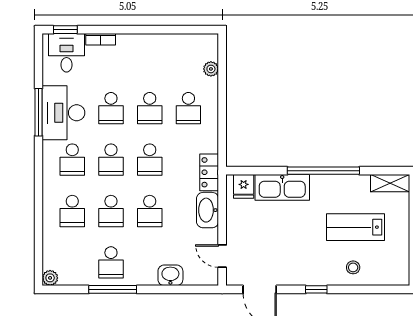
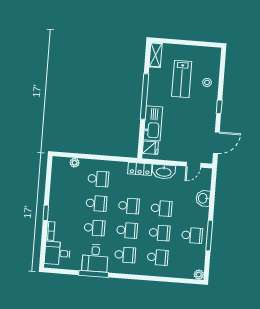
window: (65, 30) -> (46, 213), moved
desk: (63, 113) -> (95, 258), width x0.73

